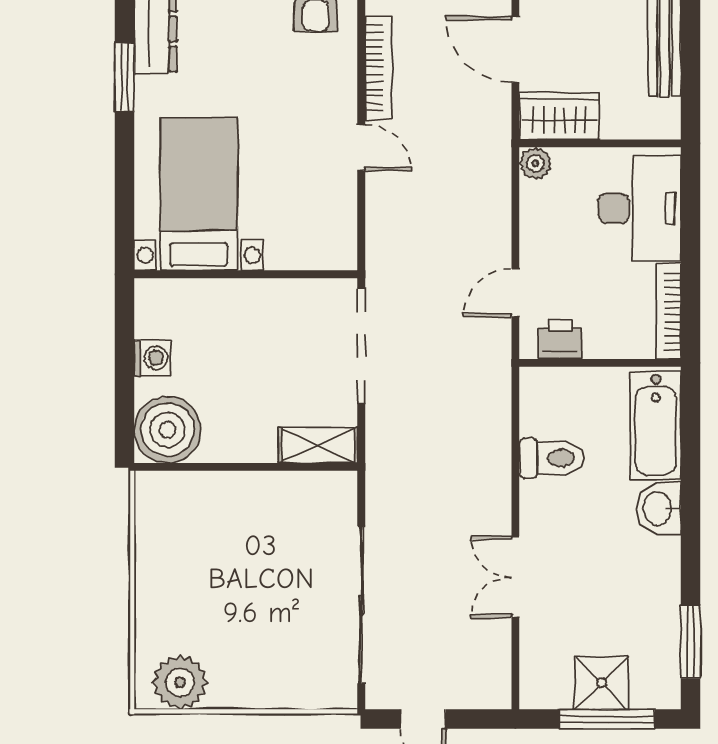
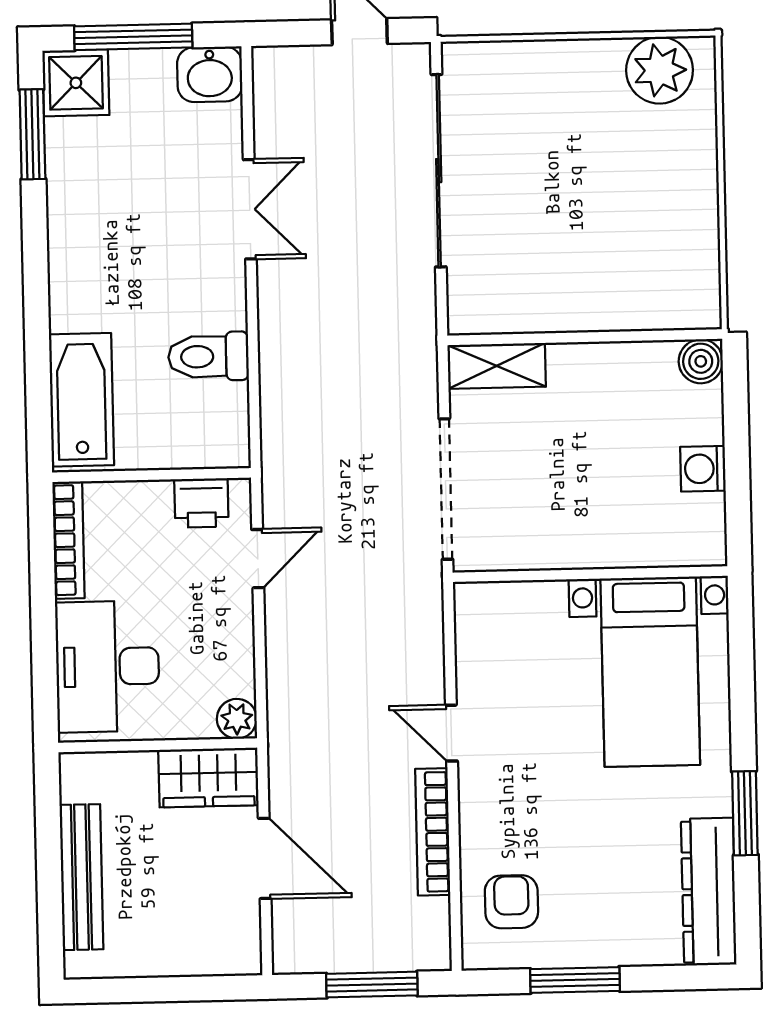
boiler: (167, 430) -> (701, 361), width x0.54, depth x0.54
washbasin: (659, 508) -> (210, 74), moved, turned 90
shower: (602, 683) -> (76, 83), moved

